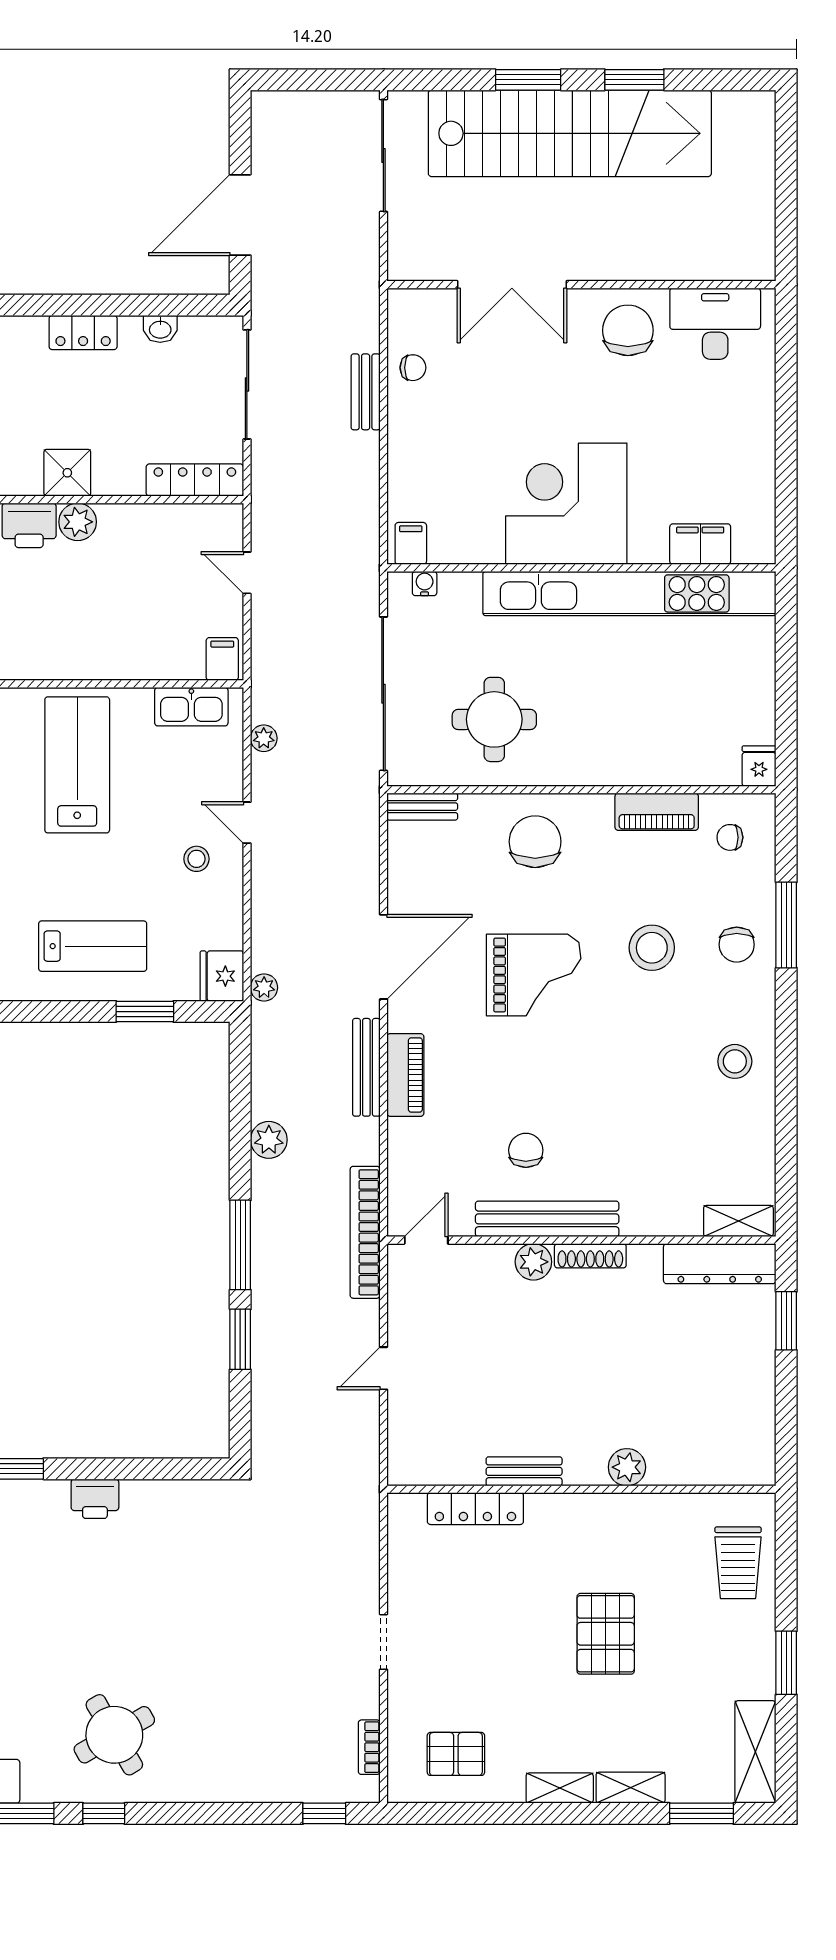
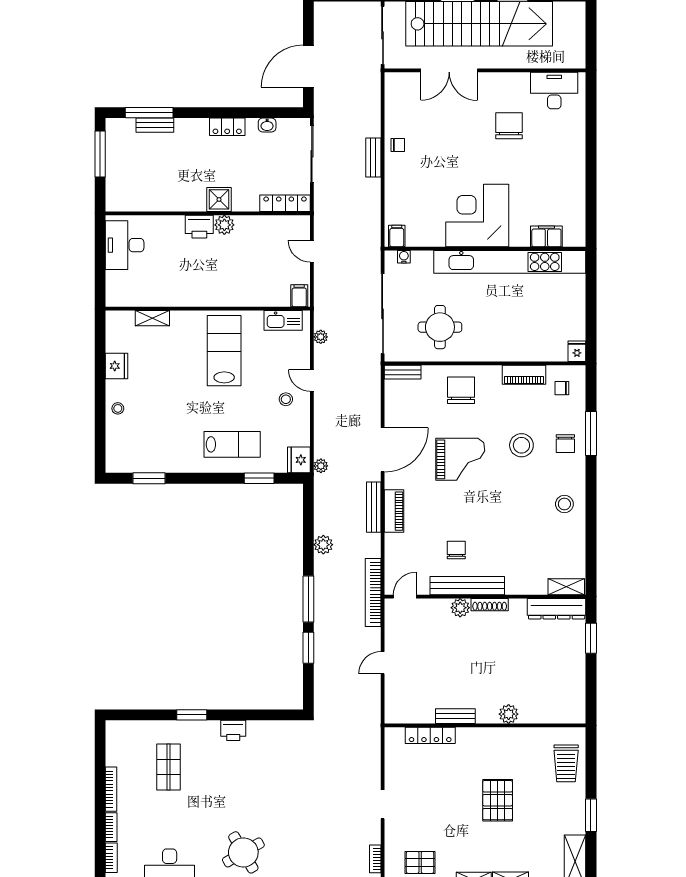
double door: (512, 285) -> (449, 70), moved
wall: (581, 285) -> (485, 70), moved
desk: (715, 324) -> (554, 91), moved

